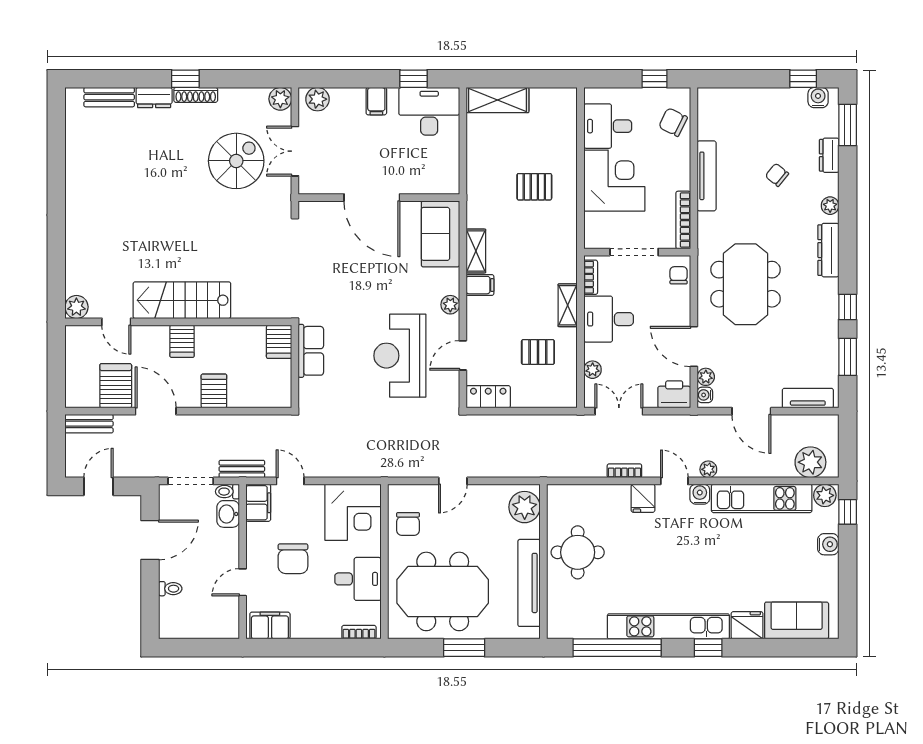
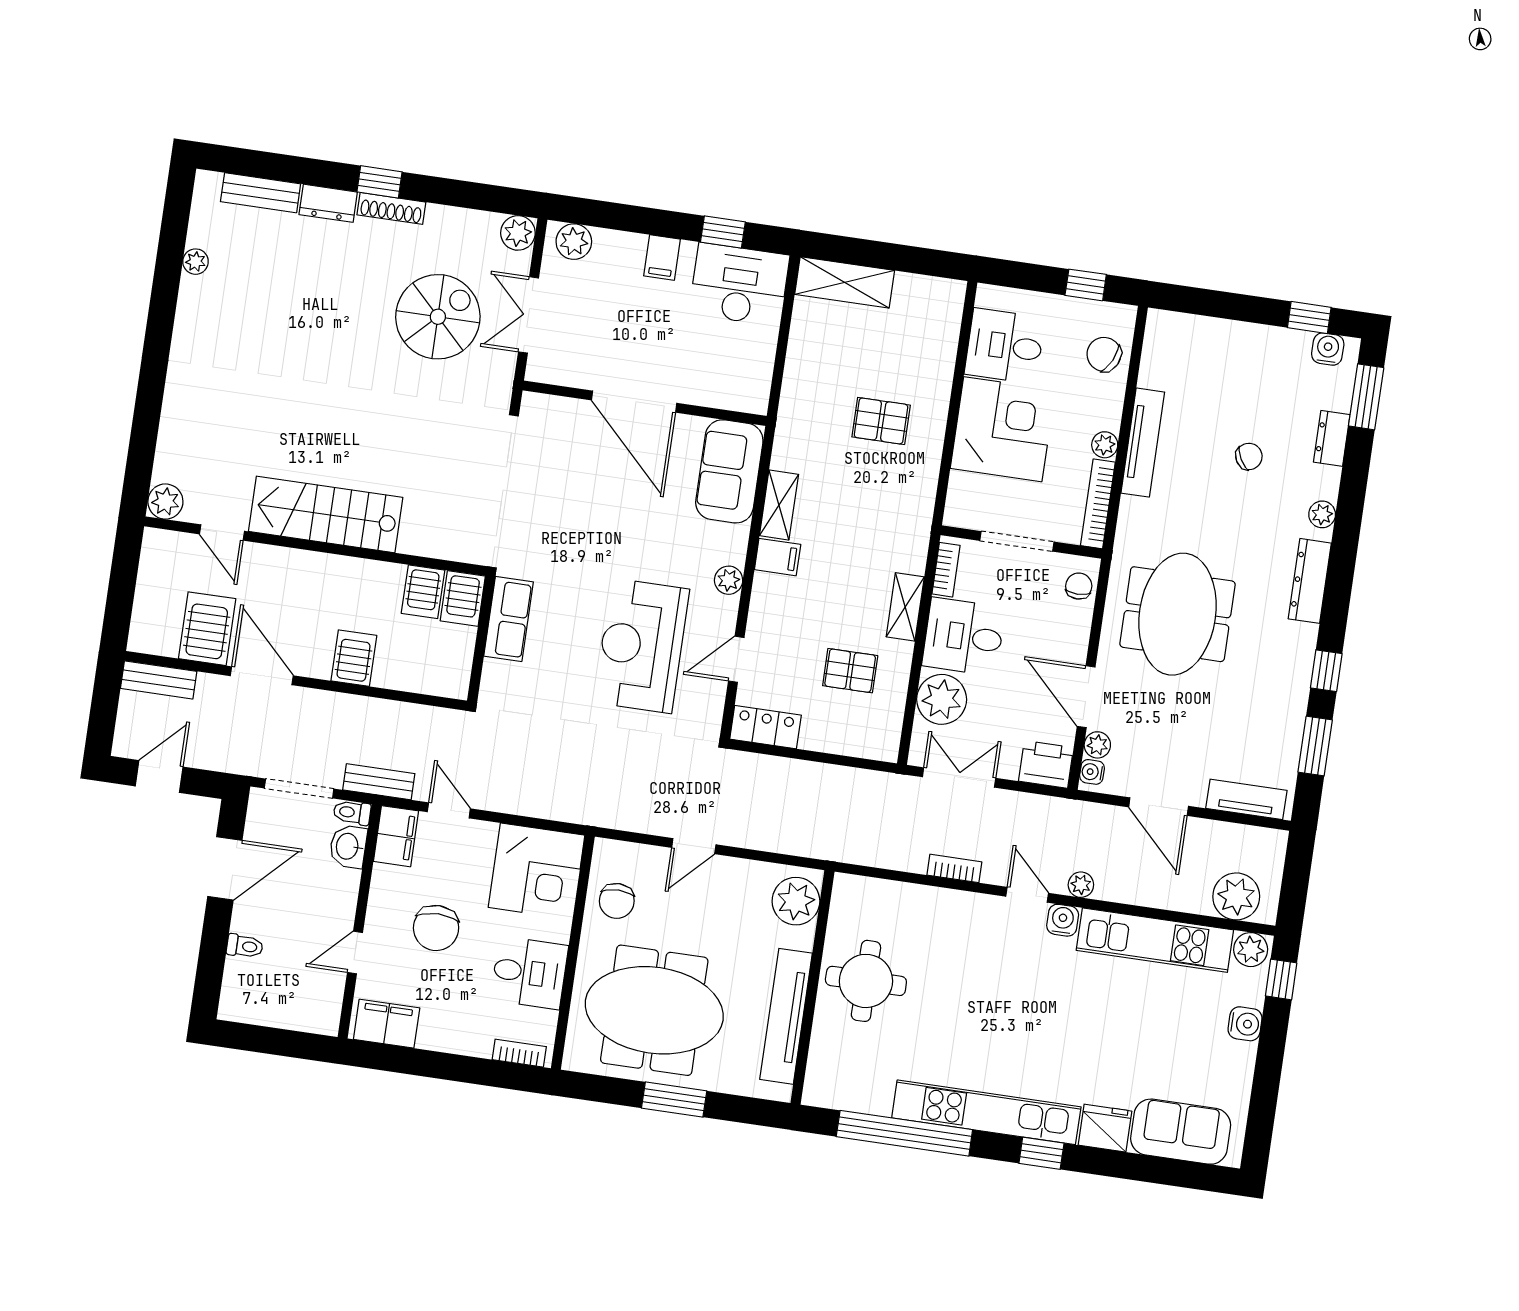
plant: (73, 148) -> (196, 262), added
chair: (777, 175) -> (1249, 456), turned 112
plant: (682, 181) -> (1105, 445), added
server rack: (182, 341) -> (423, 592), moved
plant: (593, 370) -> (942, 699), width x1.88, depth x1.88
fridge: (643, 498) -> (976, 914), removed

